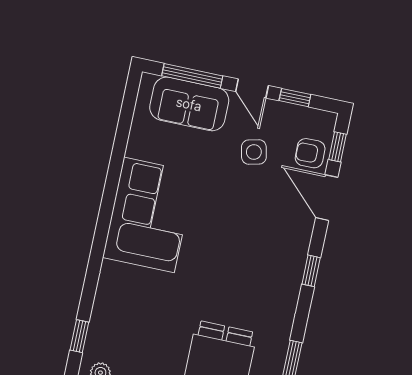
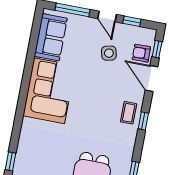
sofa: (189, 104) -> (51, 37), moved, turned -90
coffee table: (286, 256) -> (129, 113), added

